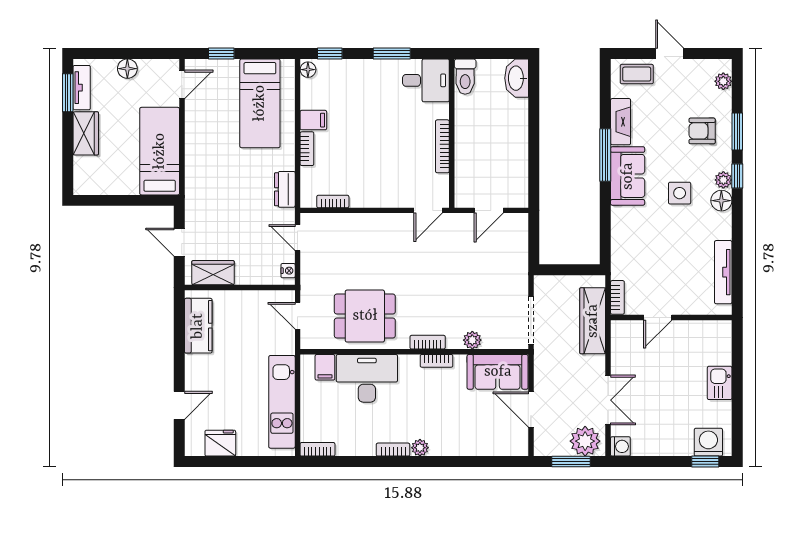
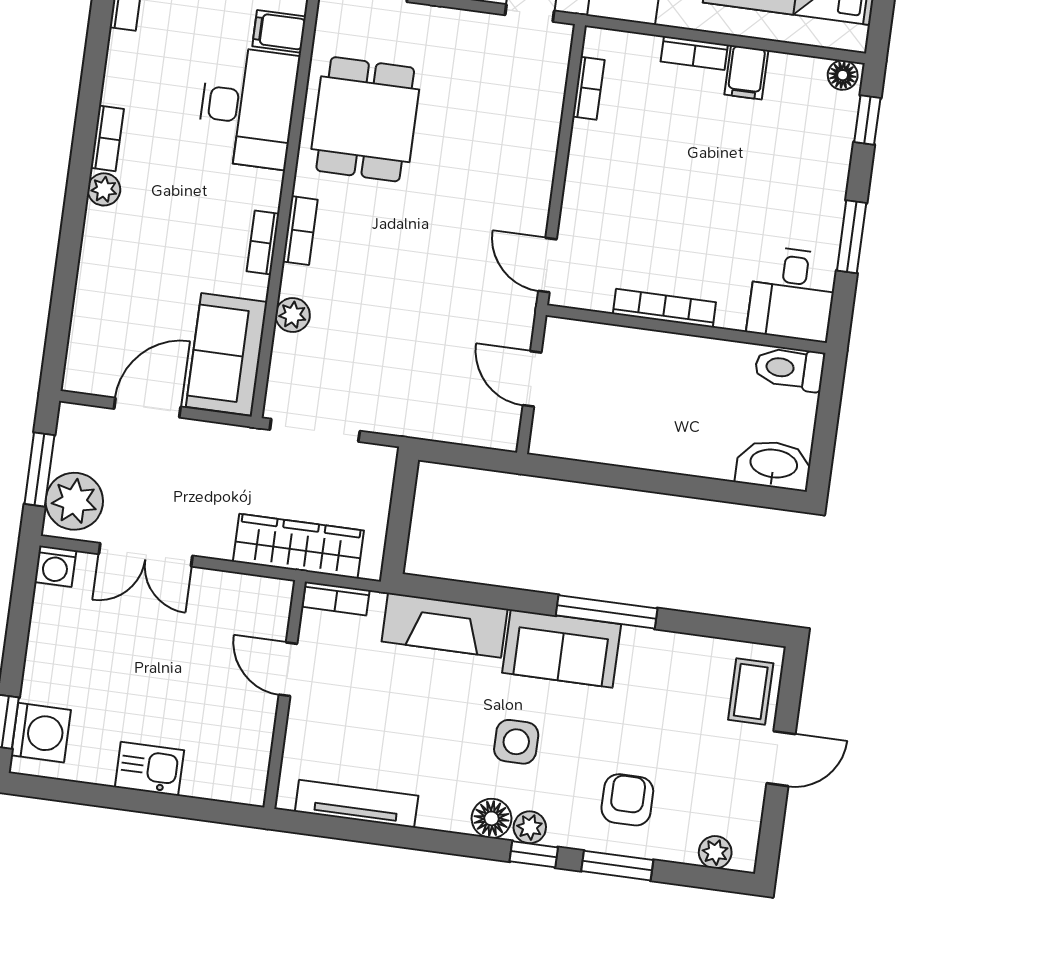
fireplace: (621, 122) -> (445, 625), moved, width x1.37, depth x1.32

